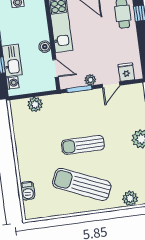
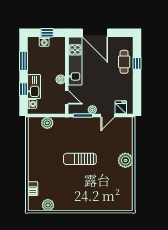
sun lounger: (82, 184) -> (75, 189), removed
plant: (130, 198) -> (48, 205), moved

